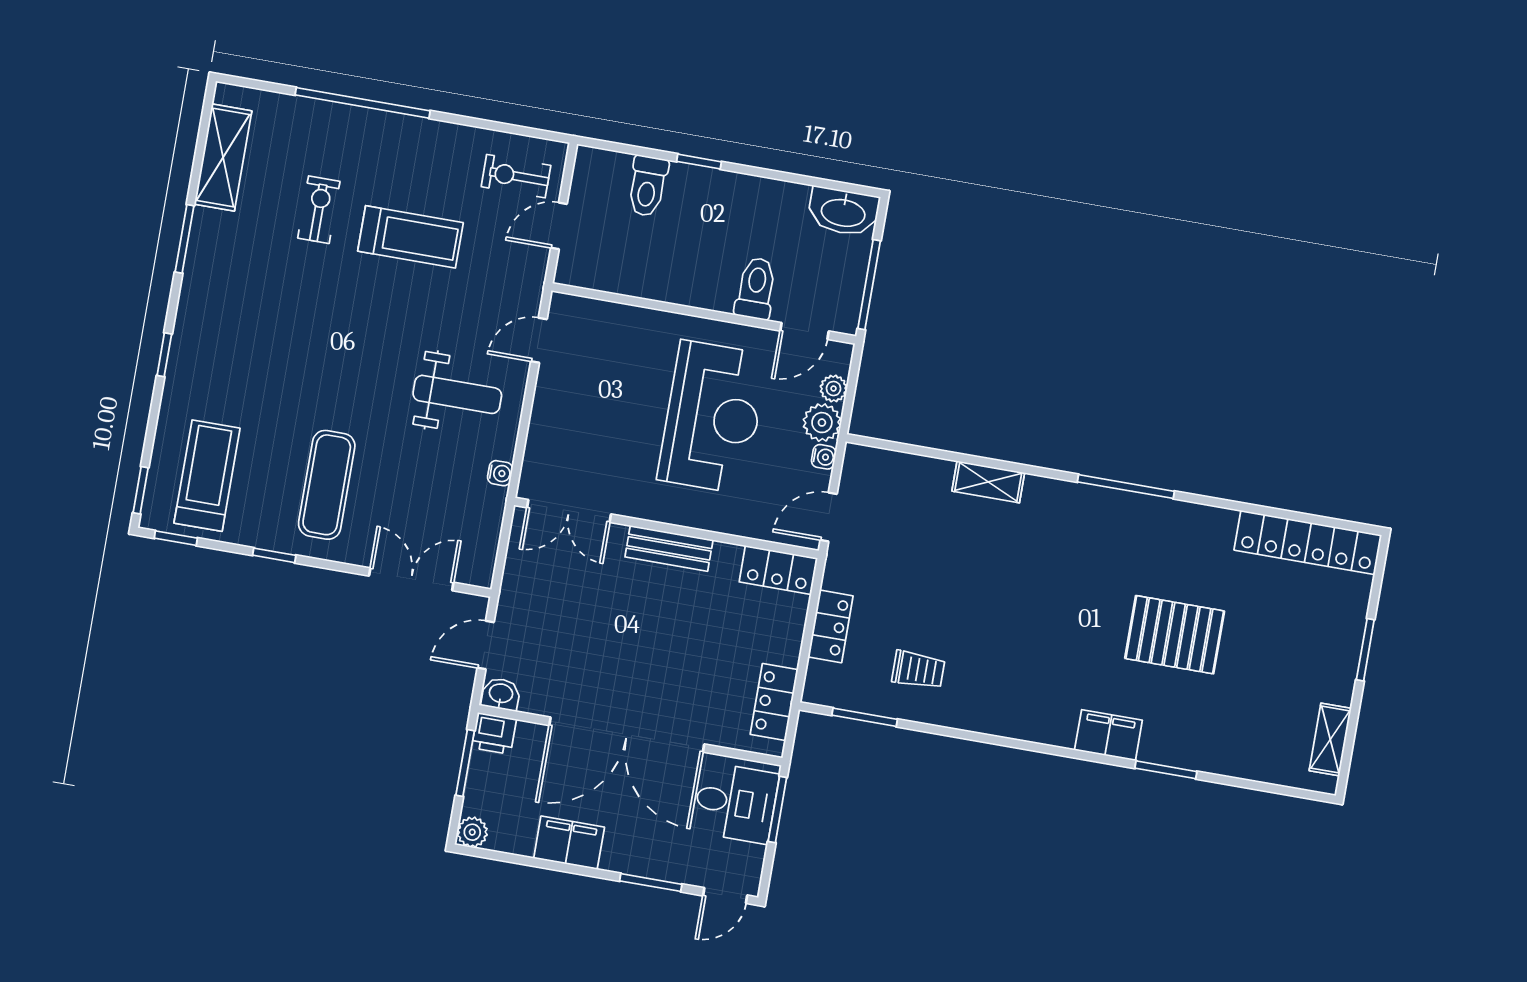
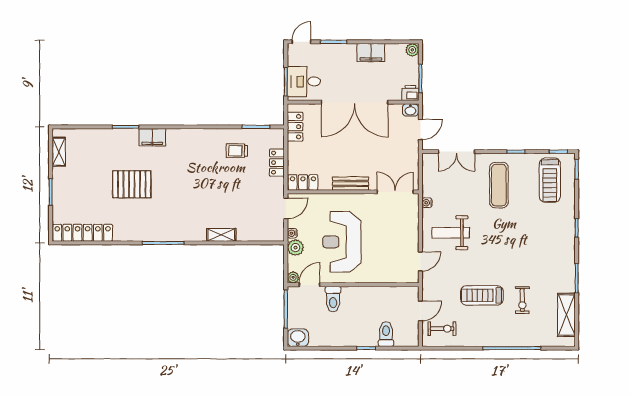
washbasin: (843, 212) -> (298, 338), width x0.72
plant: (834, 389) -> (293, 277), moved
double door: (627, 735) -> (355, 102), swing flipped

